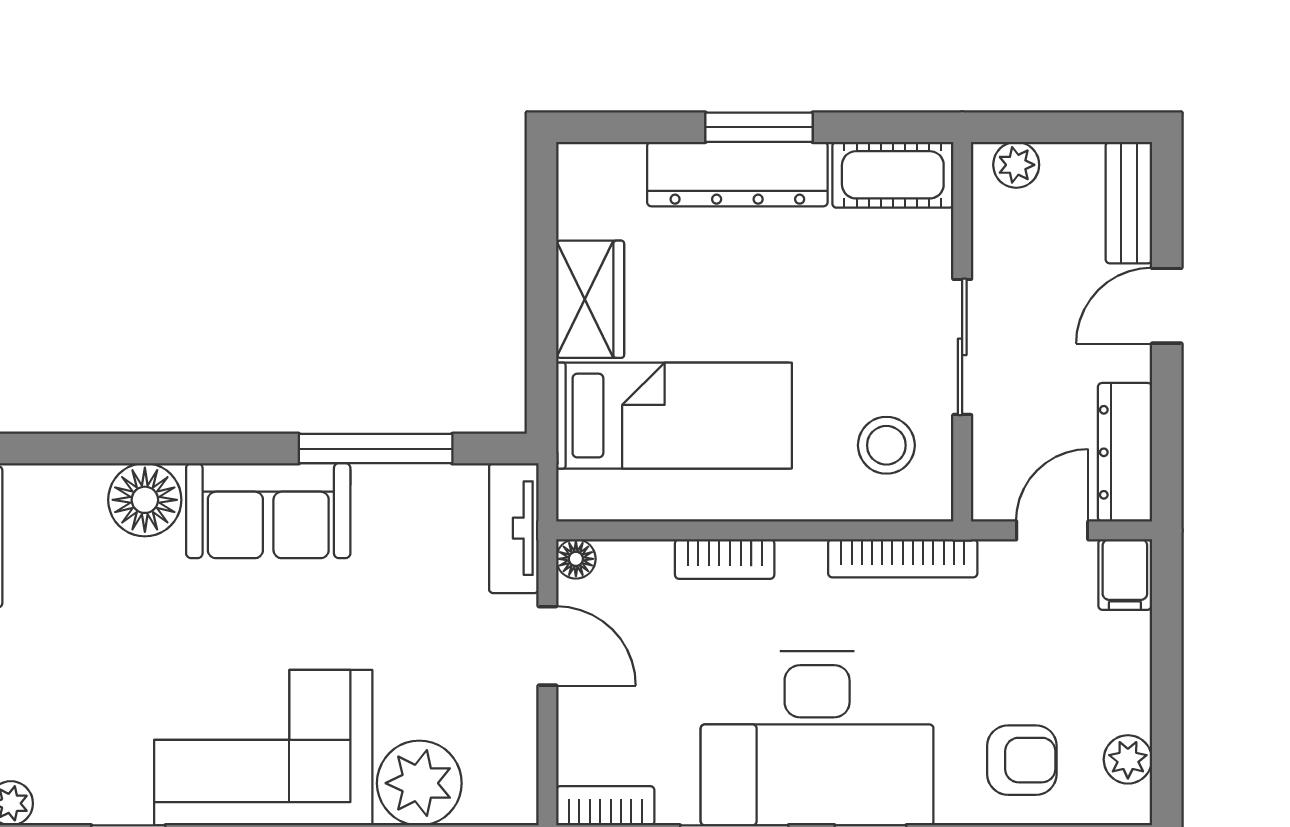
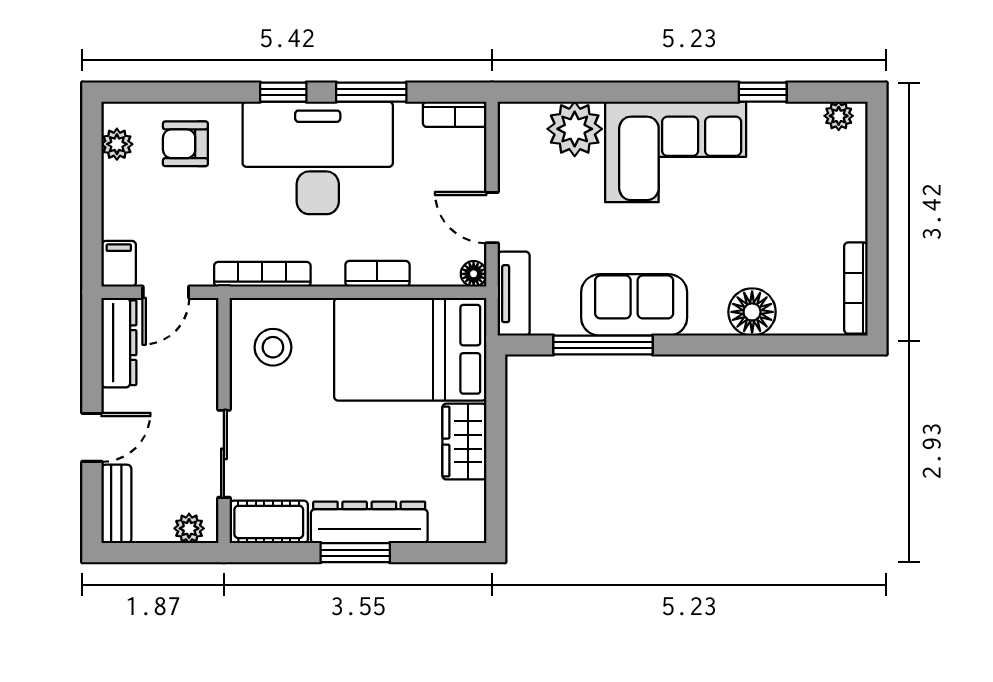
sliding door: (962, 347) -> (224, 454), moved
bed: (674, 416) -> (410, 349), width x1.50
sofa: (268, 511) -> (634, 305), moved

